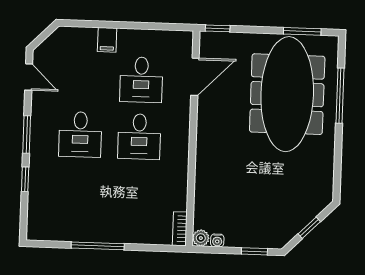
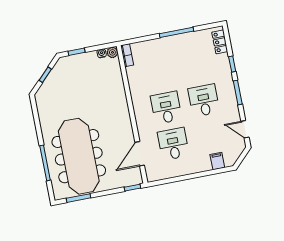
filing cabinet: (107, 40) -> (217, 161), moved
locker: (36, 217) -> (220, 42), added

